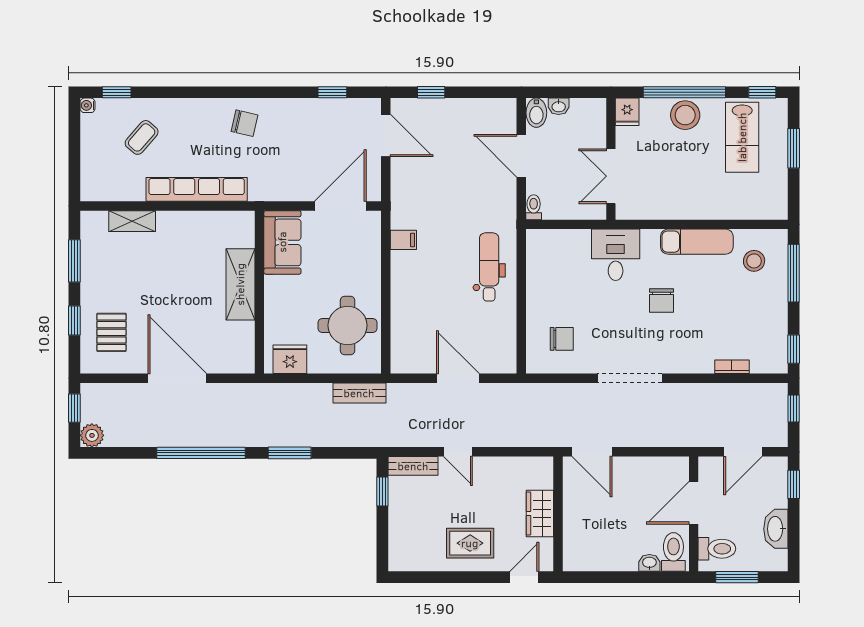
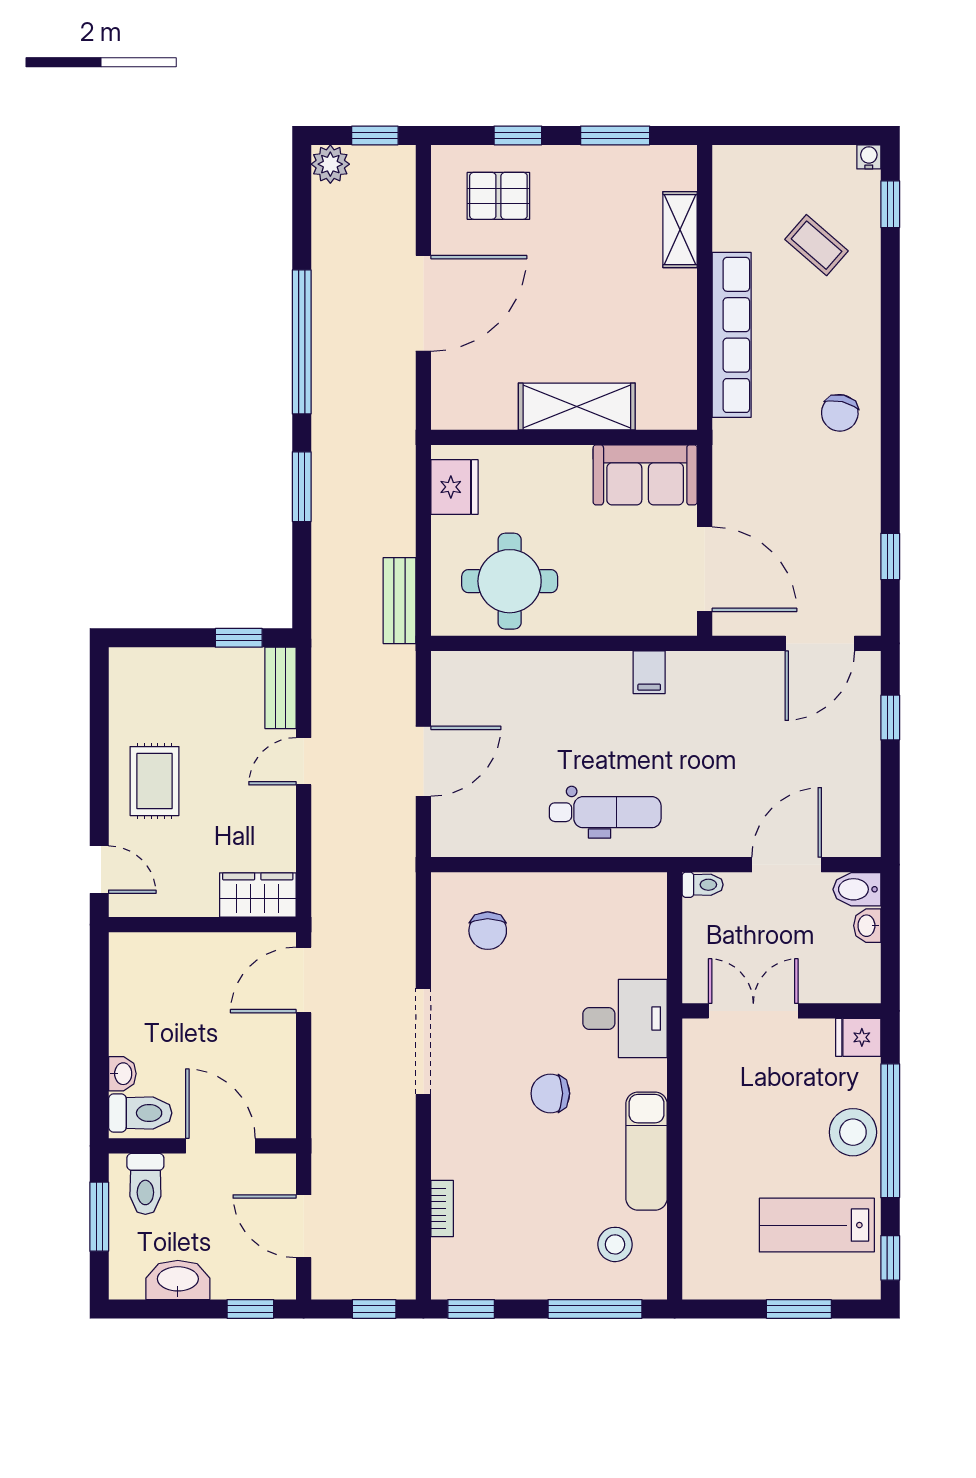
wardrobe: (540, 513) -> (258, 895), moved

